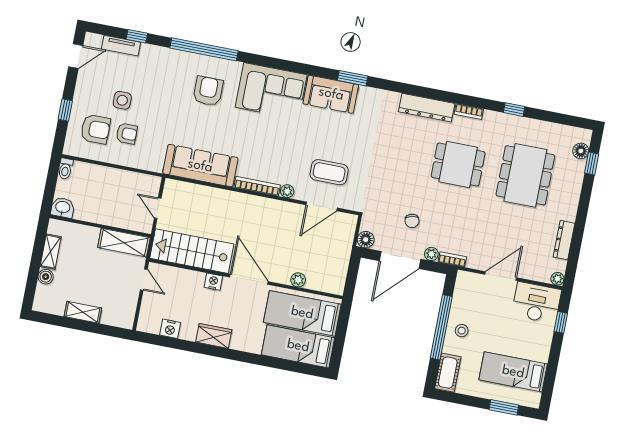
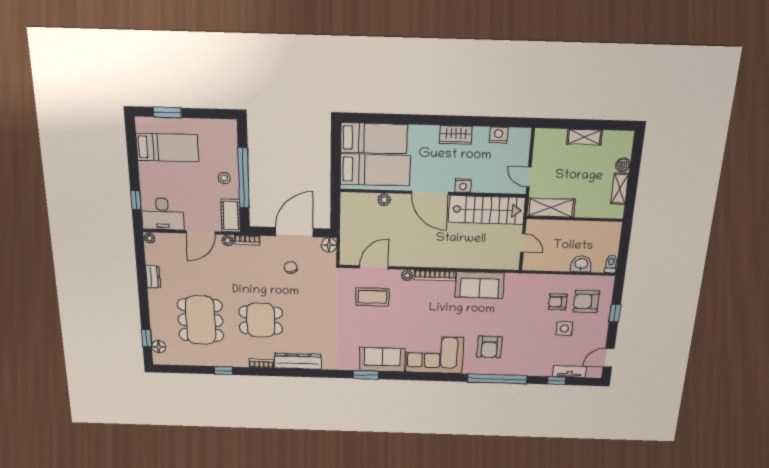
sofa: (200, 166) -> (480, 285), width x0.73
washbasin: (63, 208) -> (581, 264), moved, turned 180
dresser: (564, 240) -> (153, 277), width x0.70
plant: (431, 254) -> (228, 241), moved
cot: (448, 373) -> (231, 216), moved

